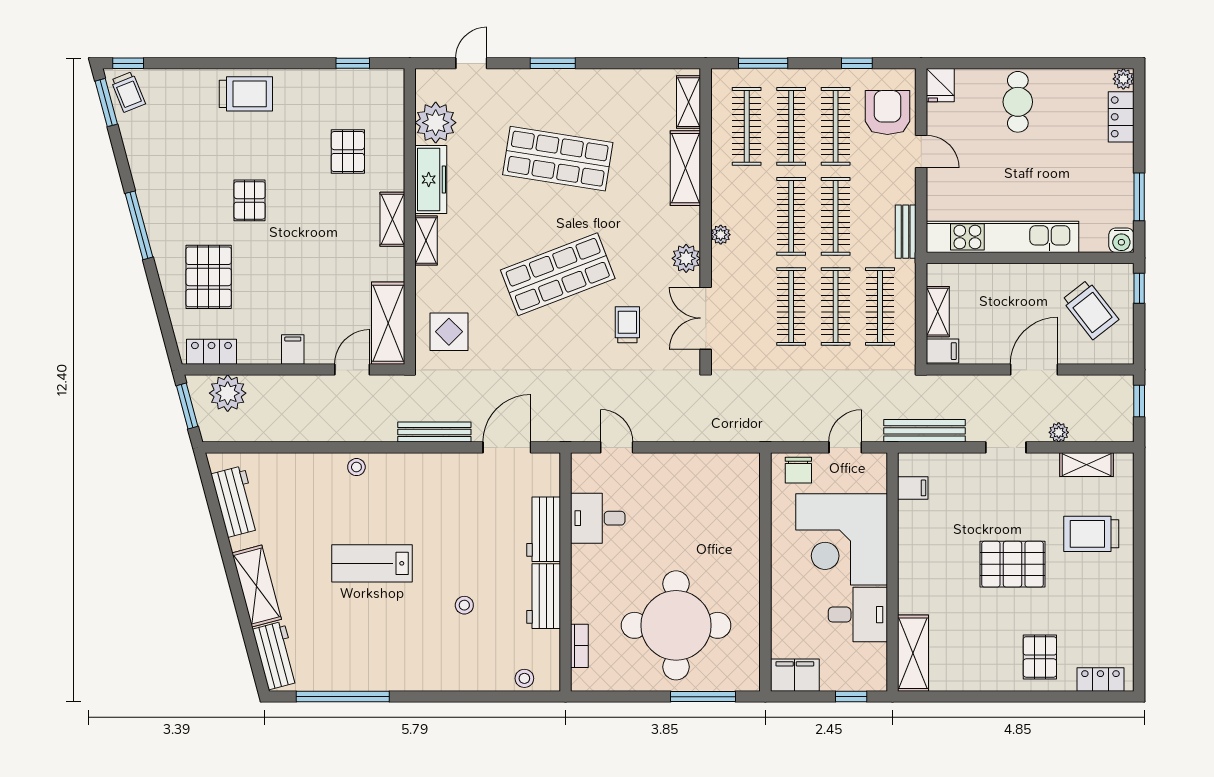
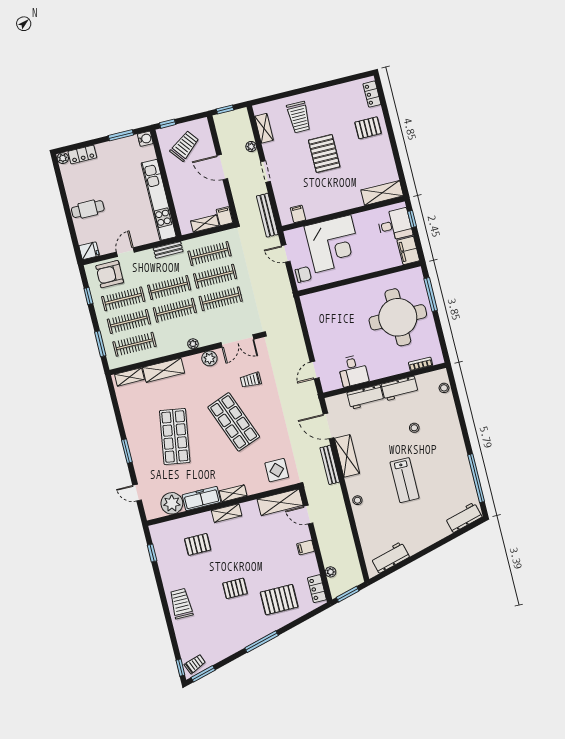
plant: (228, 393) -> (331, 572), width x0.53, depth x0.53
shelving: (257, 586) -> (347, 456), moved, turned -75
desk: (858, 615) -> (395, 225), moved, turned 90

